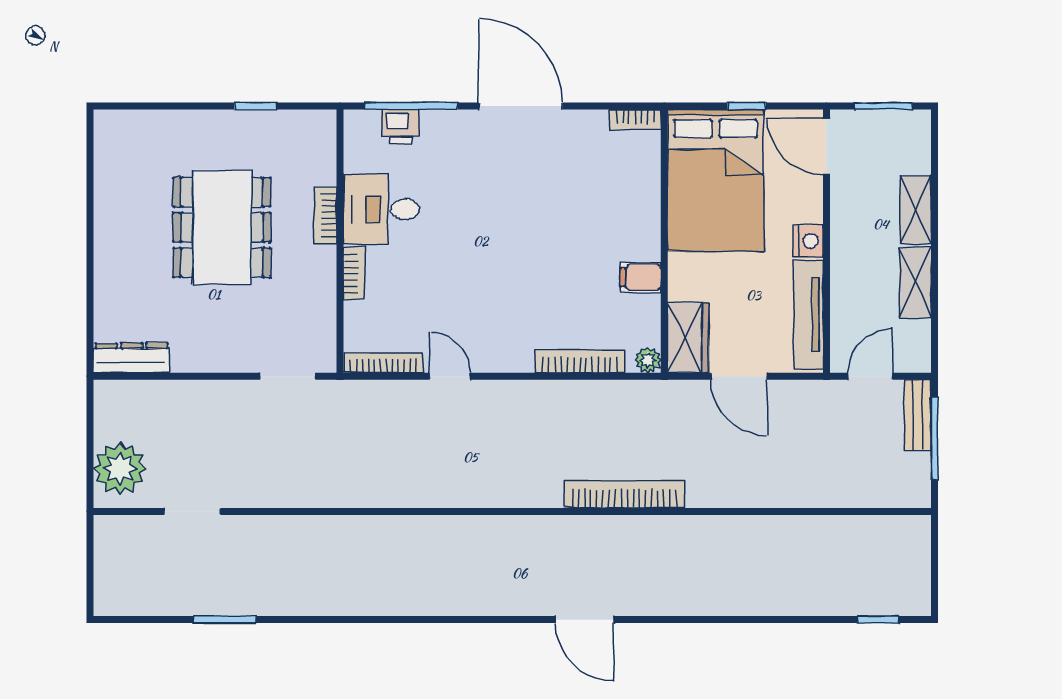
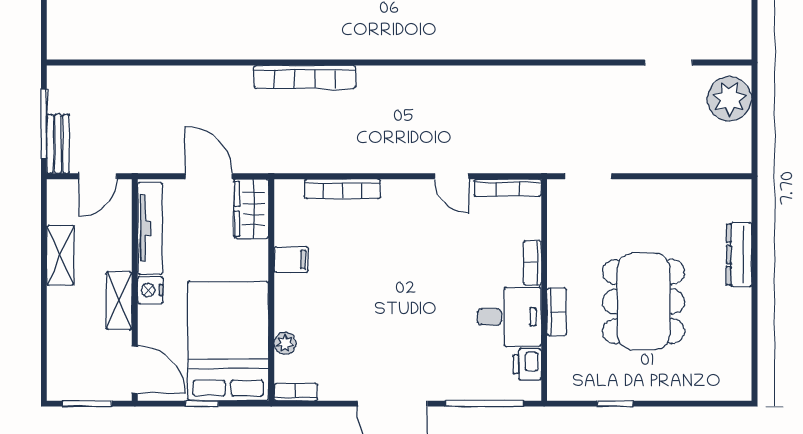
printer: (401, 126) -> (527, 364), moved, turned -90
shelving: (916, 210) -> (119, 301), moved
dresser: (132, 358) -> (739, 255), moved, turned 90
plant: (648, 360) -> (285, 343), moved

